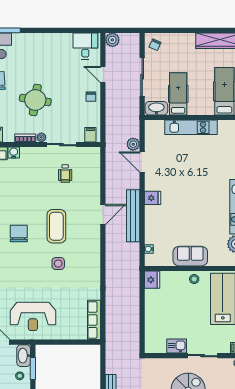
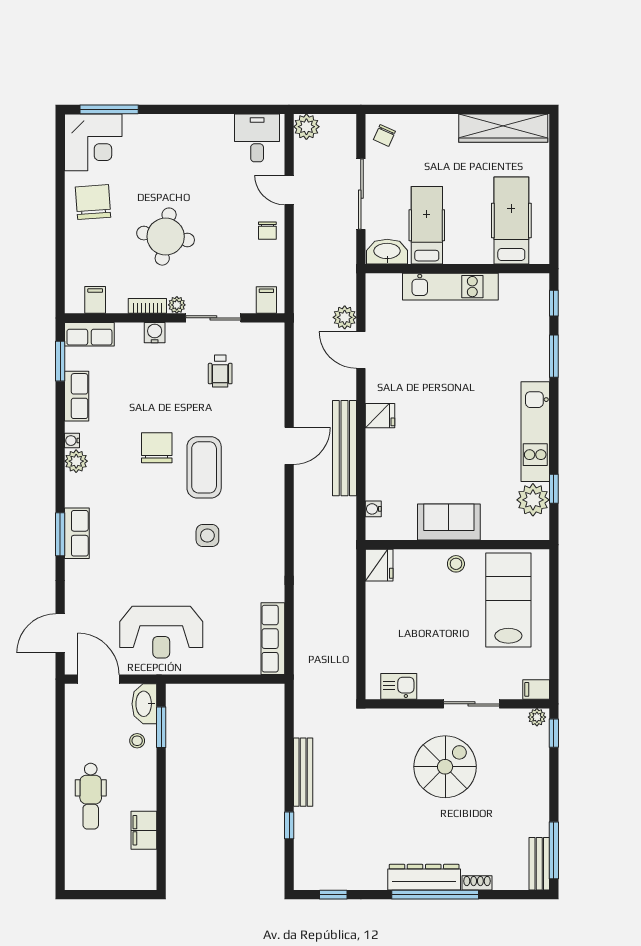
water cooler: (14, 153) -> (155, 333), moved
chair: (19, 234) -> (157, 448), moved
kitchen sink: (177, 346) -> (399, 686), moved

